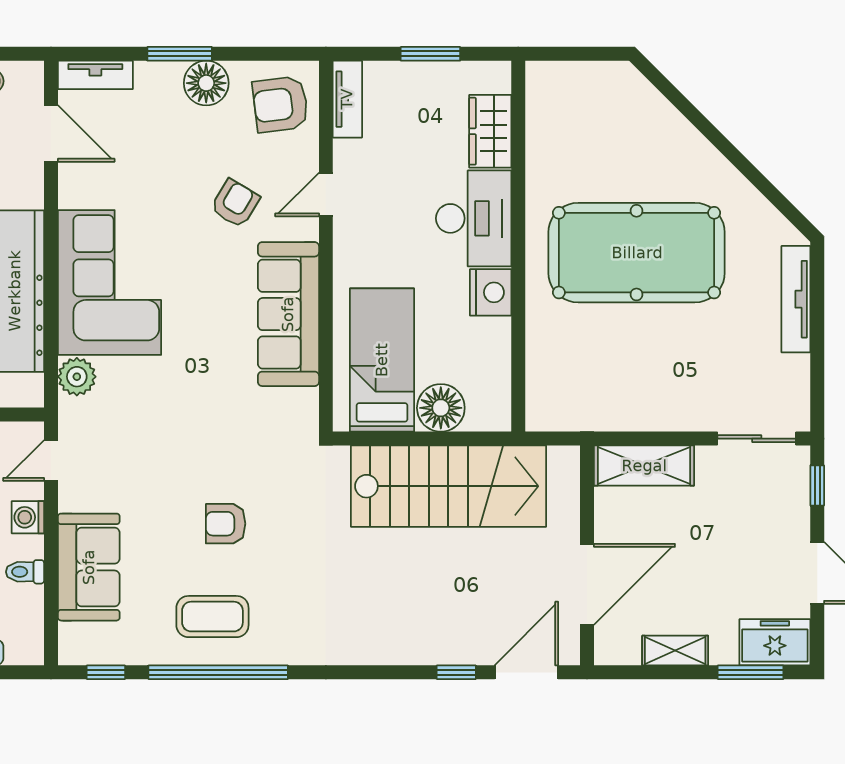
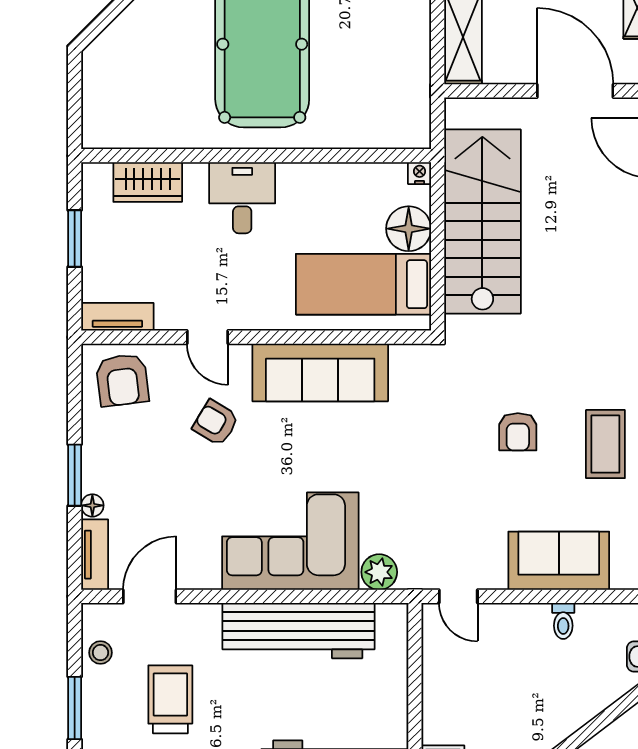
floor lamp: (206, 83) -> (92, 505), moved, width x0.53, depth x0.53
desk: (474, 218) -> (242, 198), width x0.73
nightstand: (491, 292) -> (420, 173), moved, width x0.53, depth x0.56
washing machine: (28, 517) -> (512, 618), removed

